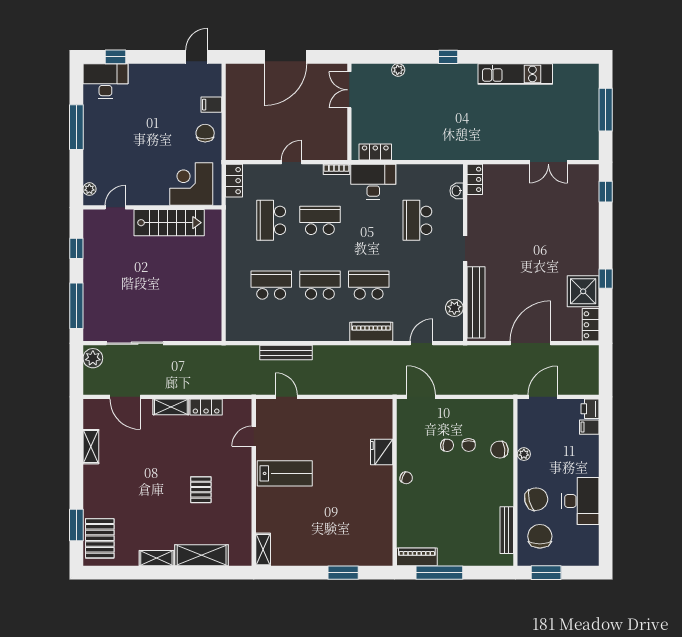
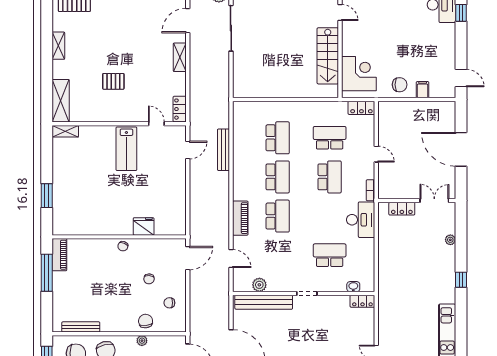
locker: (375, 152) -> (402, 209), moved, turned 90
locker: (206, 407) -> (180, 109), moved
chair: (469, 445) -> (169, 303), moved
shelving: (202, 555) -> (61, 101), moved

